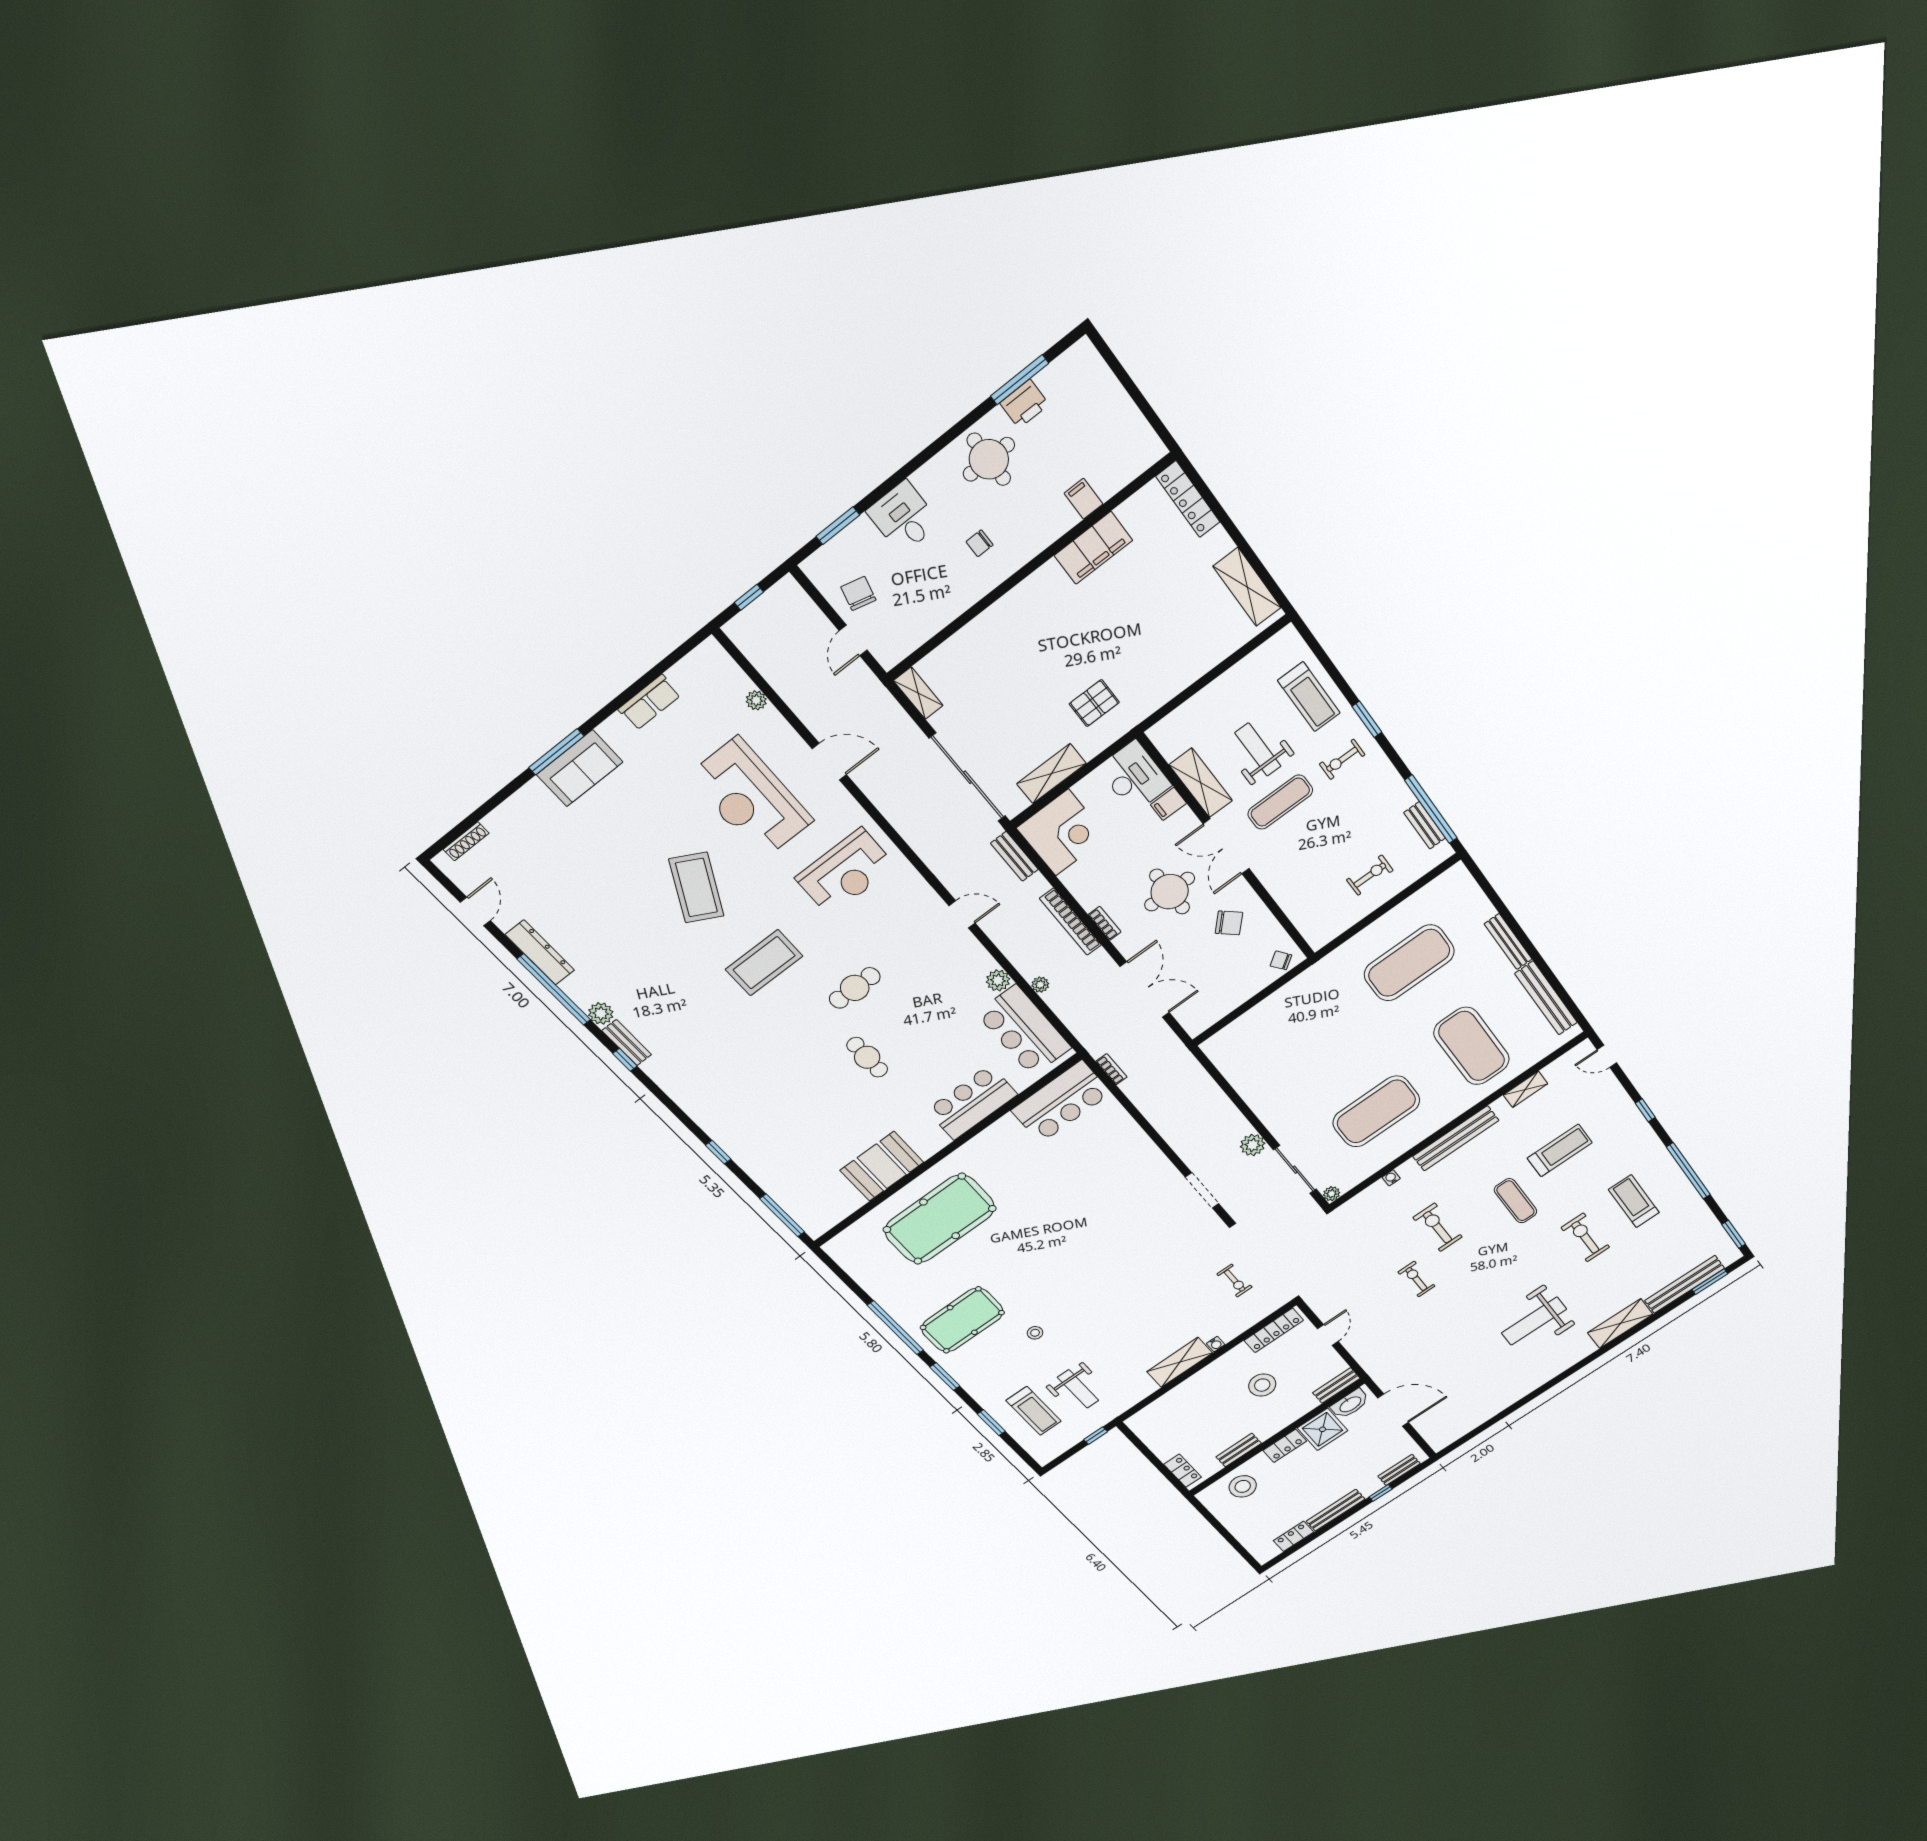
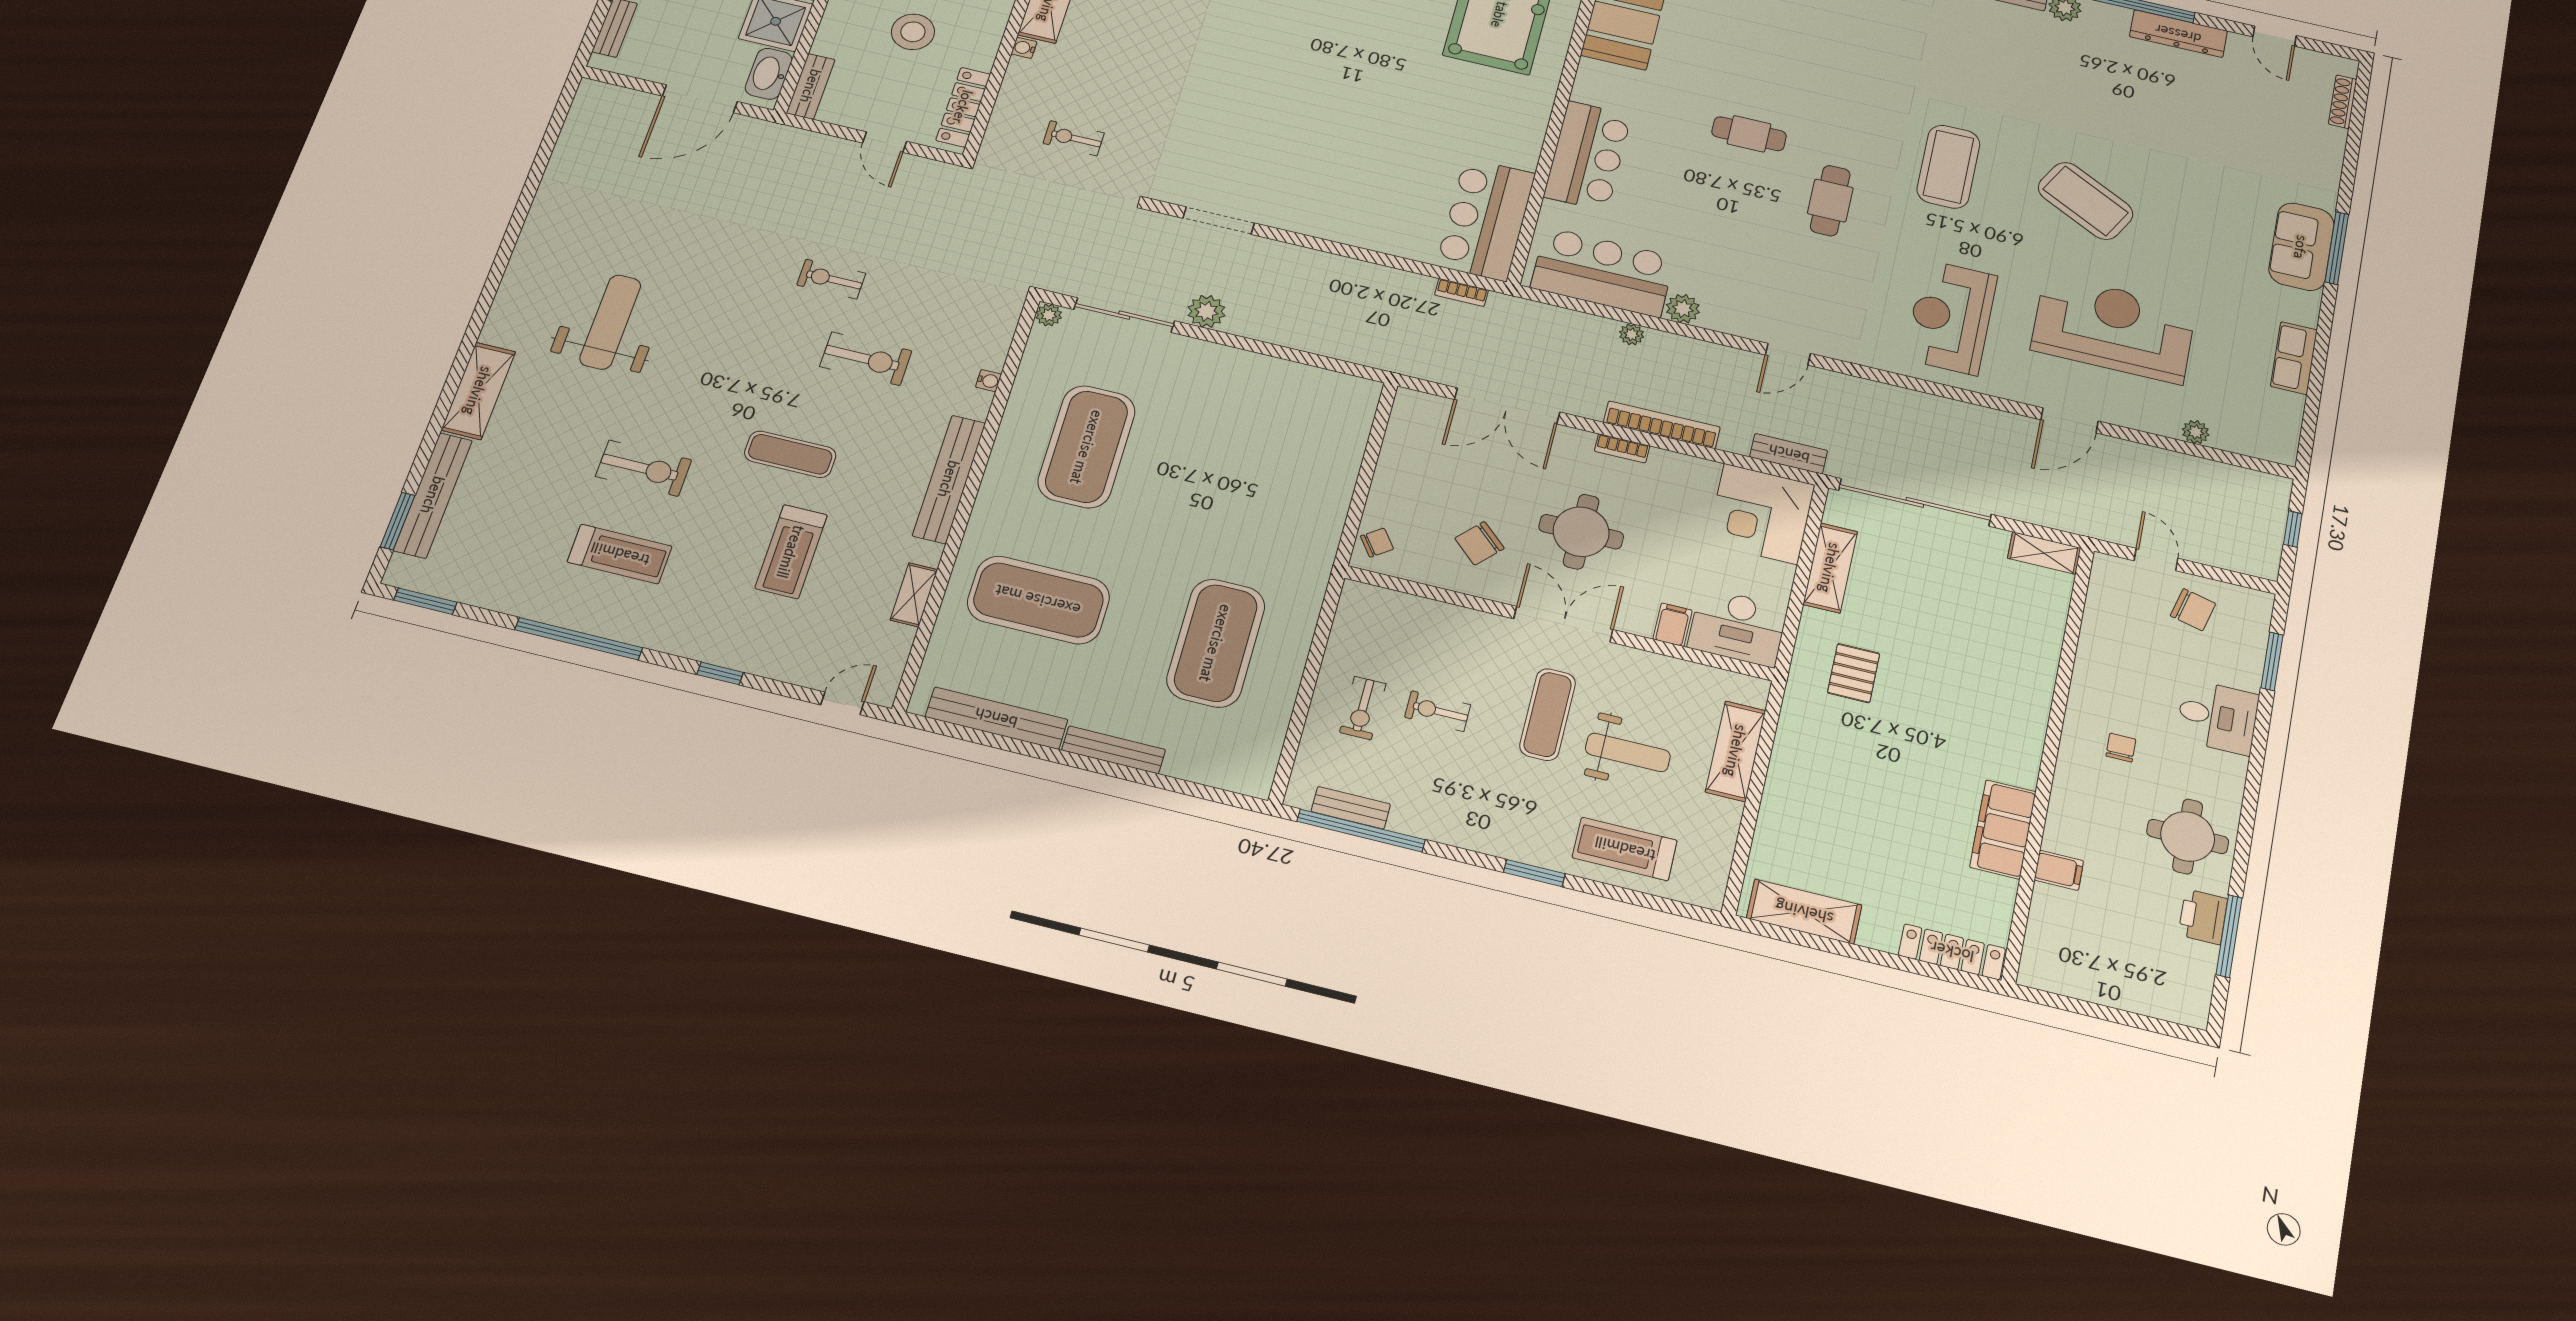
exercise bike: (1342, 759) -> (1438, 711), moved, turned -90
shelving: (1201, 783) -> (1736, 751), moved, turned 90
exercise bike: (1416, 1279) -> (831, 279), turned 180

